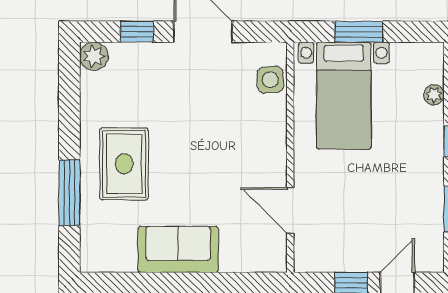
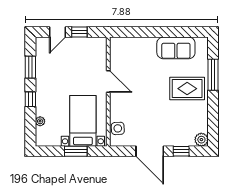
rug: (124, 164) -> (187, 89), turned 90
door: (290, 210) -> (108, 82), moved
sofa: (178, 249) -> (176, 48), moved

